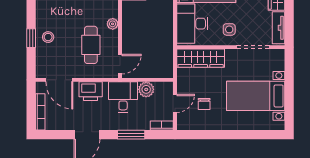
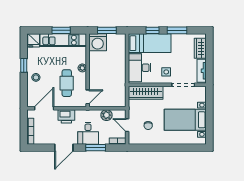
window: (31, 38) -> (24, 65), moved
door: (59, 80) -> (44, 108), swing flipped
desk: (123, 97) -> (88, 133), moved, turned 180
door: (175, 103) -> (127, 125), swing flipped

